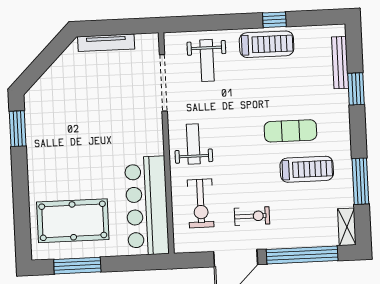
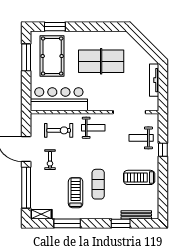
window: (274, 20) -> (163, 150), moved
treadmill: (267, 44) -> (139, 177), moved, turned 90
window: (18, 129) -> (55, 27), moved
table tennis table: (78, 136) -> (101, 61), added
treadmill: (307, 169) -> (76, 193), turned 180
exercise bike: (201, 203) -> (59, 130), turned 180

